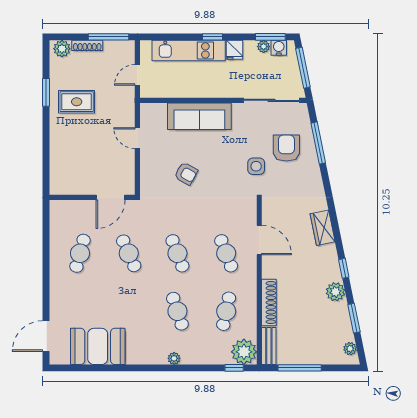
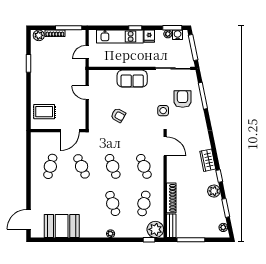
rug: (77, 102) -> (44, 112), moved
sofa: (199, 116) -> (132, 79), width x0.73
wardrobe: (323, 228) -> (208, 160), moved
door: (259, 240) -> (165, 146), moved

